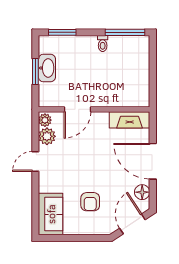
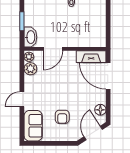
washbasin: (47, 68) -> (30, 37), moved
door: (35, 161) -> (22, 99), moved
door: (153, 161) -> (108, 76), moved

